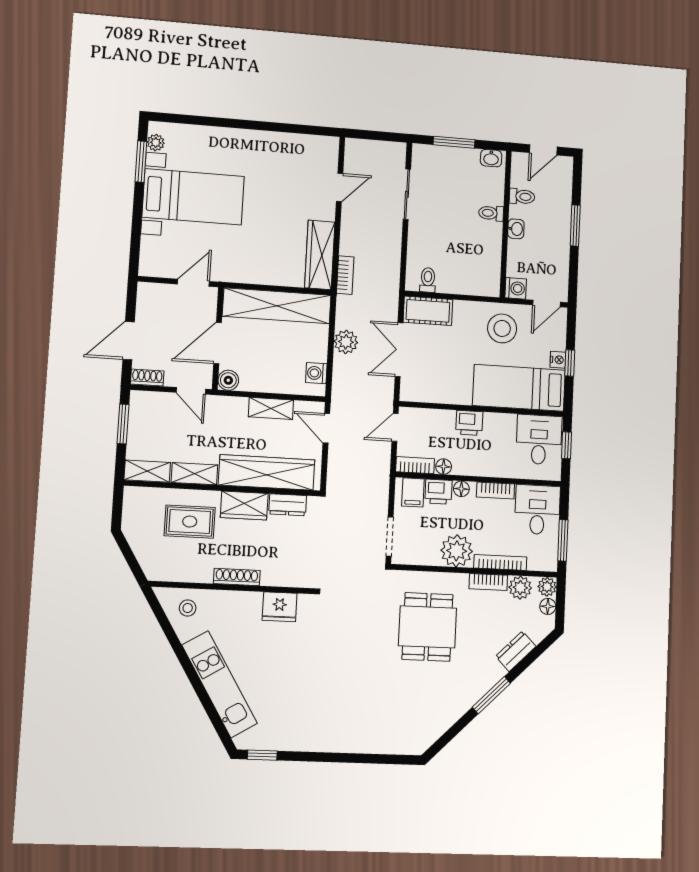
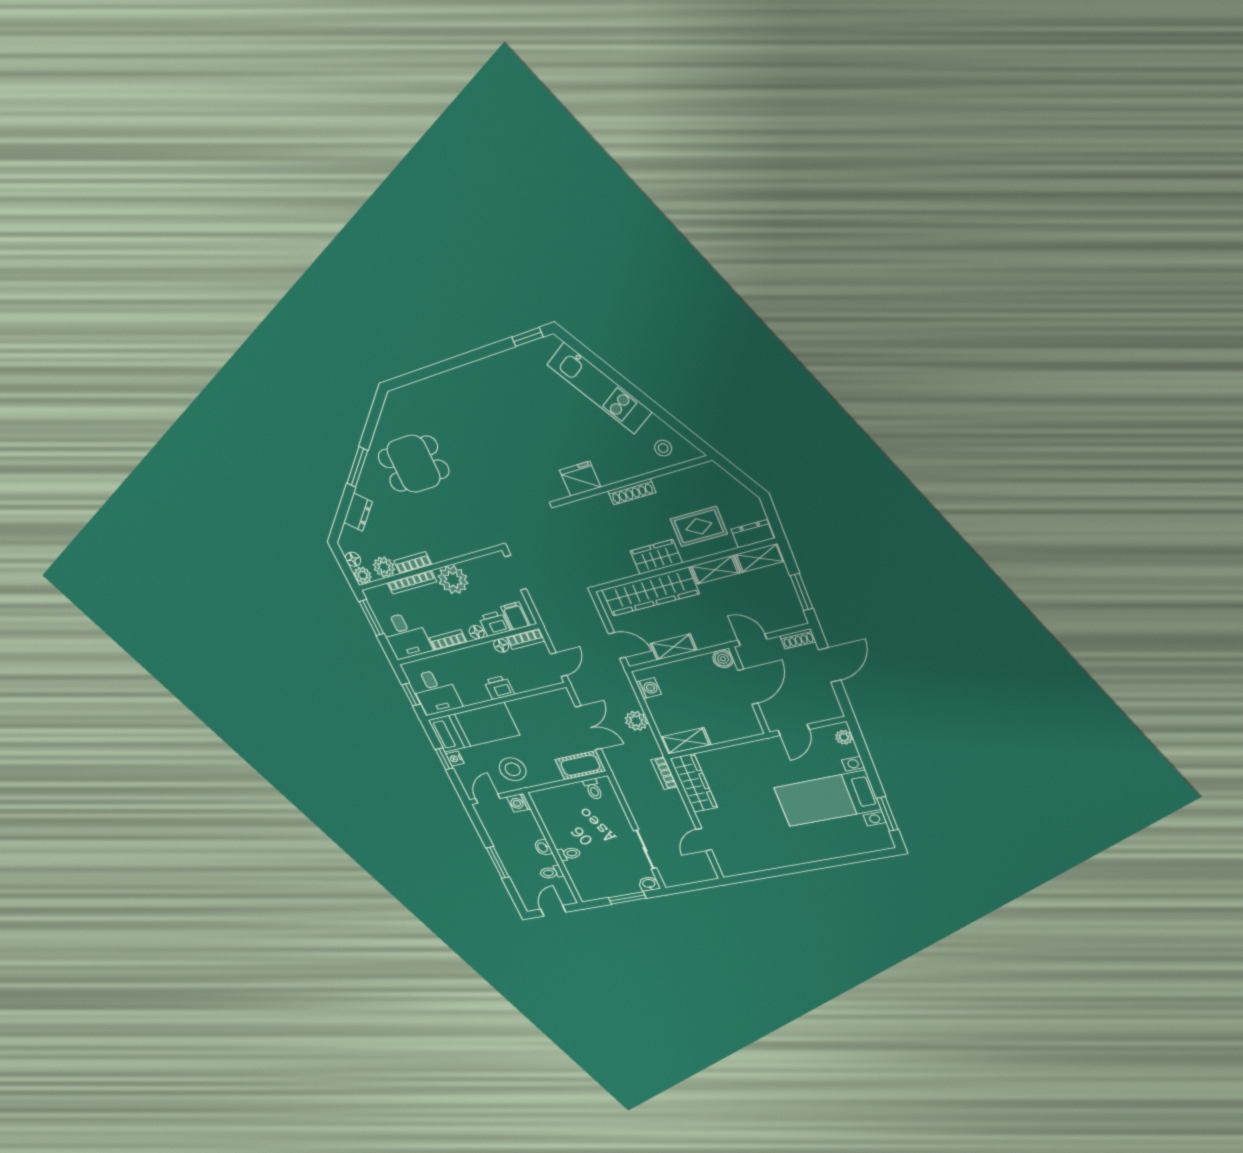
plant: (156, 143) -> (844, 737), moved
washbasin: (491, 158) -> (649, 884), moved
shelving: (277, 306) -> (686, 741), width x0.45, depth x0.75
dresser: (288, 505) -> (753, 534), moved
dining table: (427, 627) -> (414, 464), moved, turned 90

